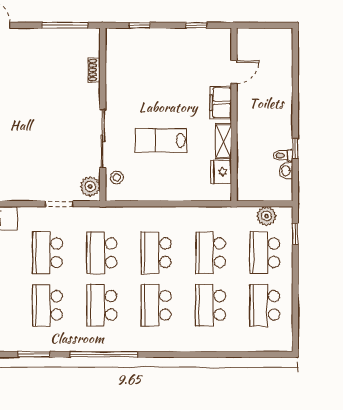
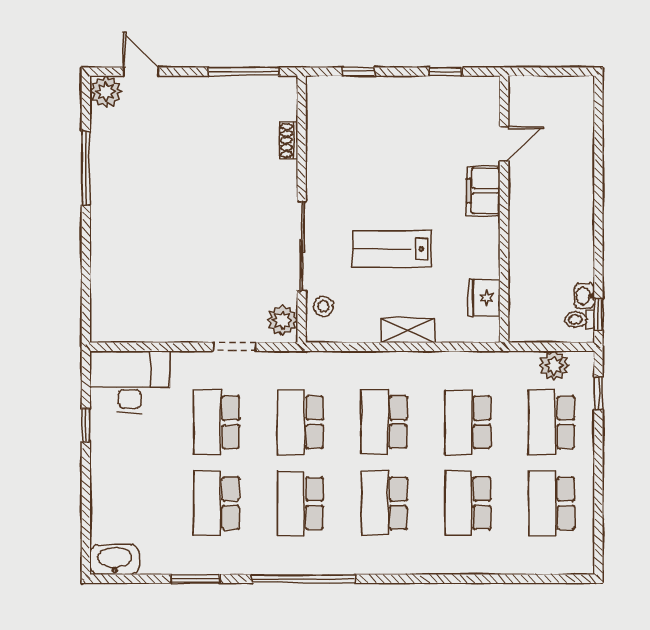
shelving: (223, 141) -> (408, 331), moved, turned 90
window: (295, 149) -> (598, 314), moved
toilet: (283, 155) -> (580, 320), moved

